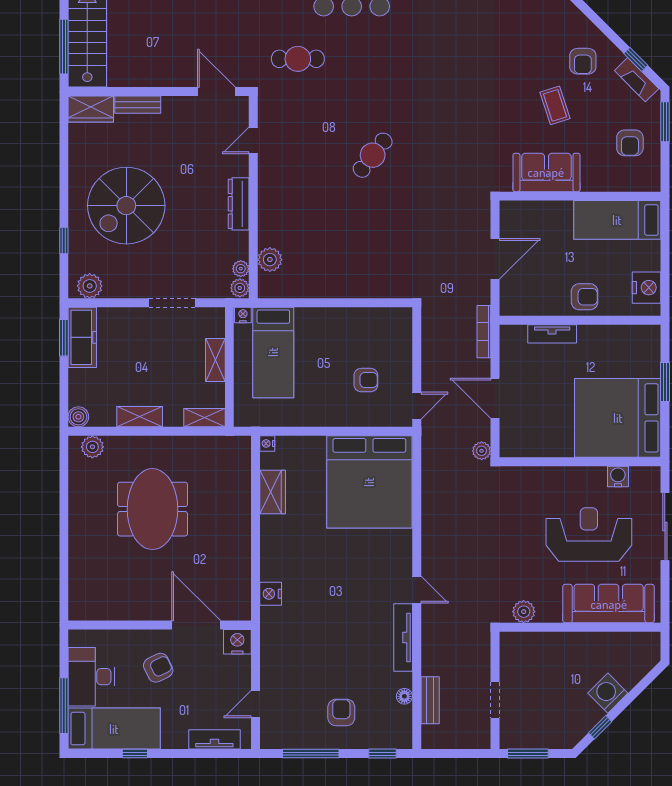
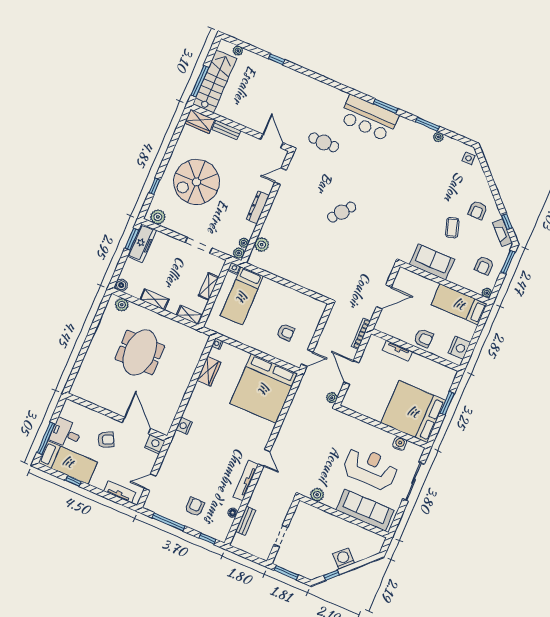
plant: (652, 184) -> (487, 293), added
desk: (91, 677) -> (66, 433), width x0.73

